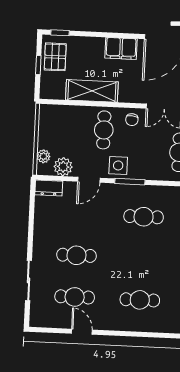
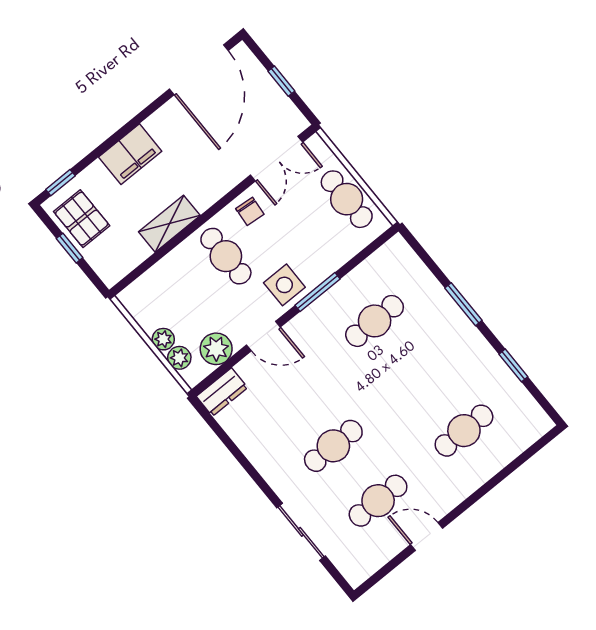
filing cabinet: (121, 48) -> (130, 154), moved
shelving: (92, 91) -> (169, 224), width x0.67, depth x0.75
plant: (44, 142) -> (163, 339), added
door: (89, 180) -> (263, 336), hinge flipped

